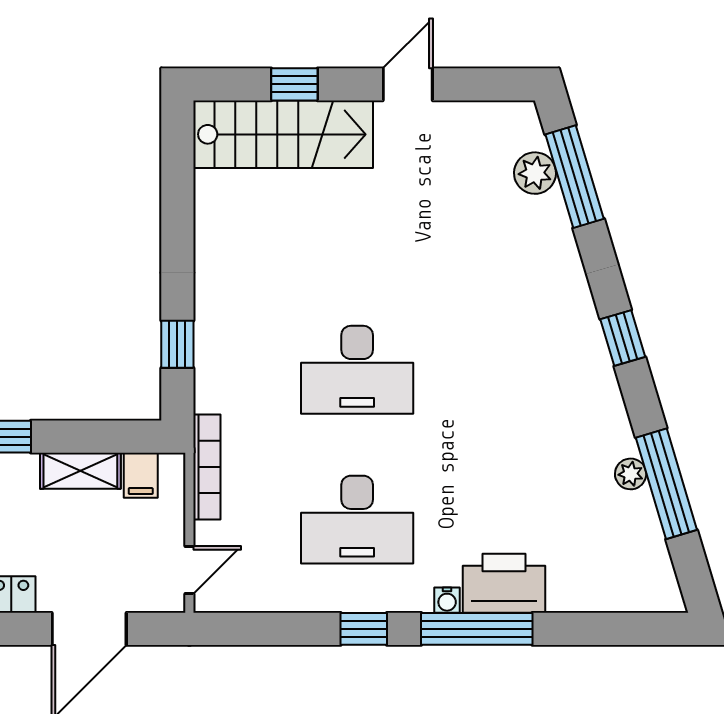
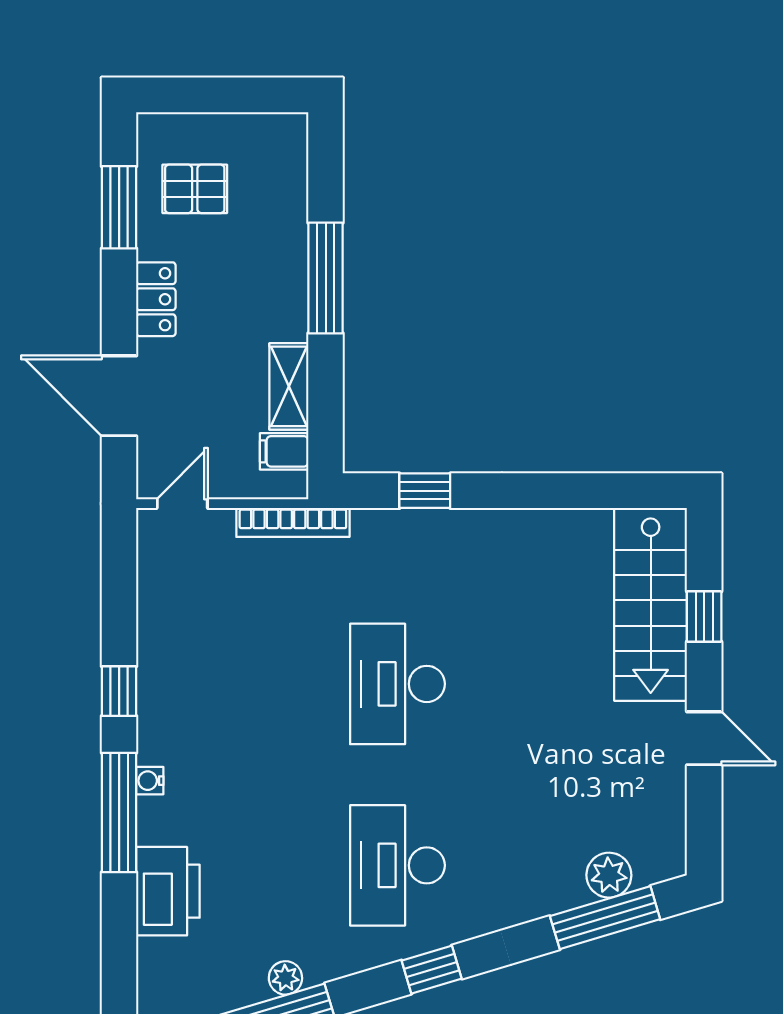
desk: (357, 520) -> (397, 865), moved
door: (189, 570) -> (182, 504), swing flipped
printer: (504, 583) -> (168, 891), moved

